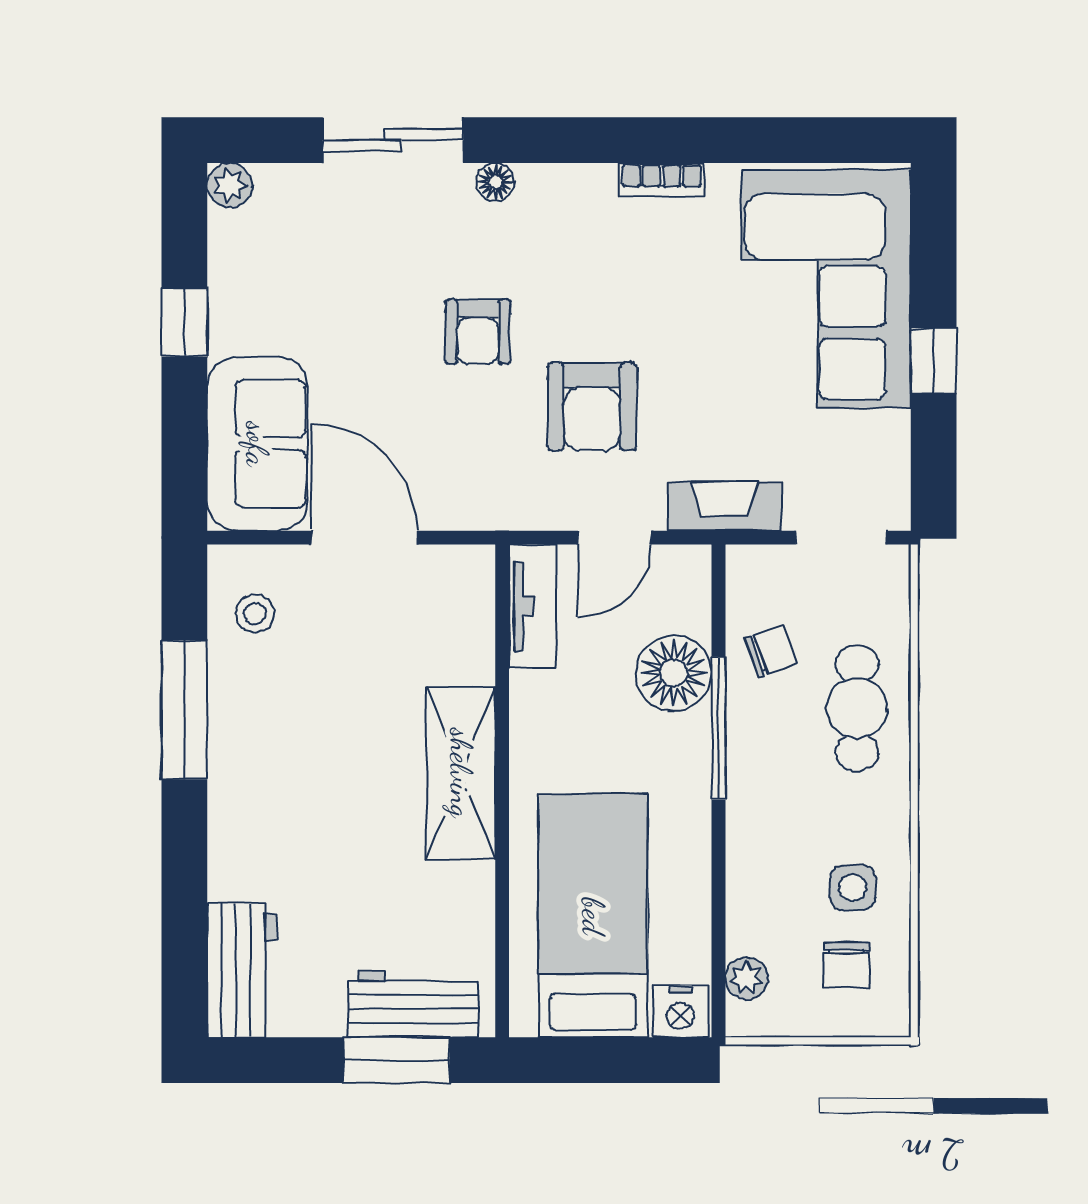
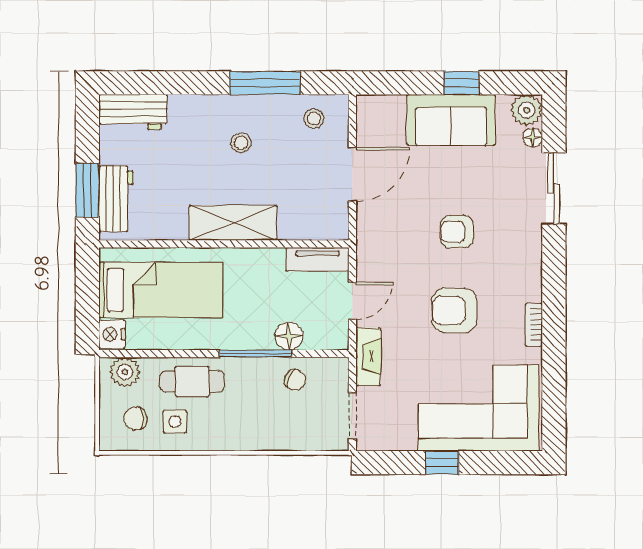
floor lamp: (495, 182) -> (533, 138), moved
plant: (230, 185) -> (527, 110), width x1.38, depth x1.38
armchair: (592, 407) -> (454, 310), moved
sofa: (257, 444) -> (451, 120), moved
door: (614, 538) -> (352, 301), swing flipped
chair: (771, 651) -> (295, 380), turned -45
floor lamp: (674, 673) -> (289, 336), width x0.73, depth x0.73
cafe table: (857, 708) -> (192, 381), moved
stool: (303, 757) -> (241, 143), added
plant: (747, 978) -> (125, 372), width x1.38, depth x1.38

